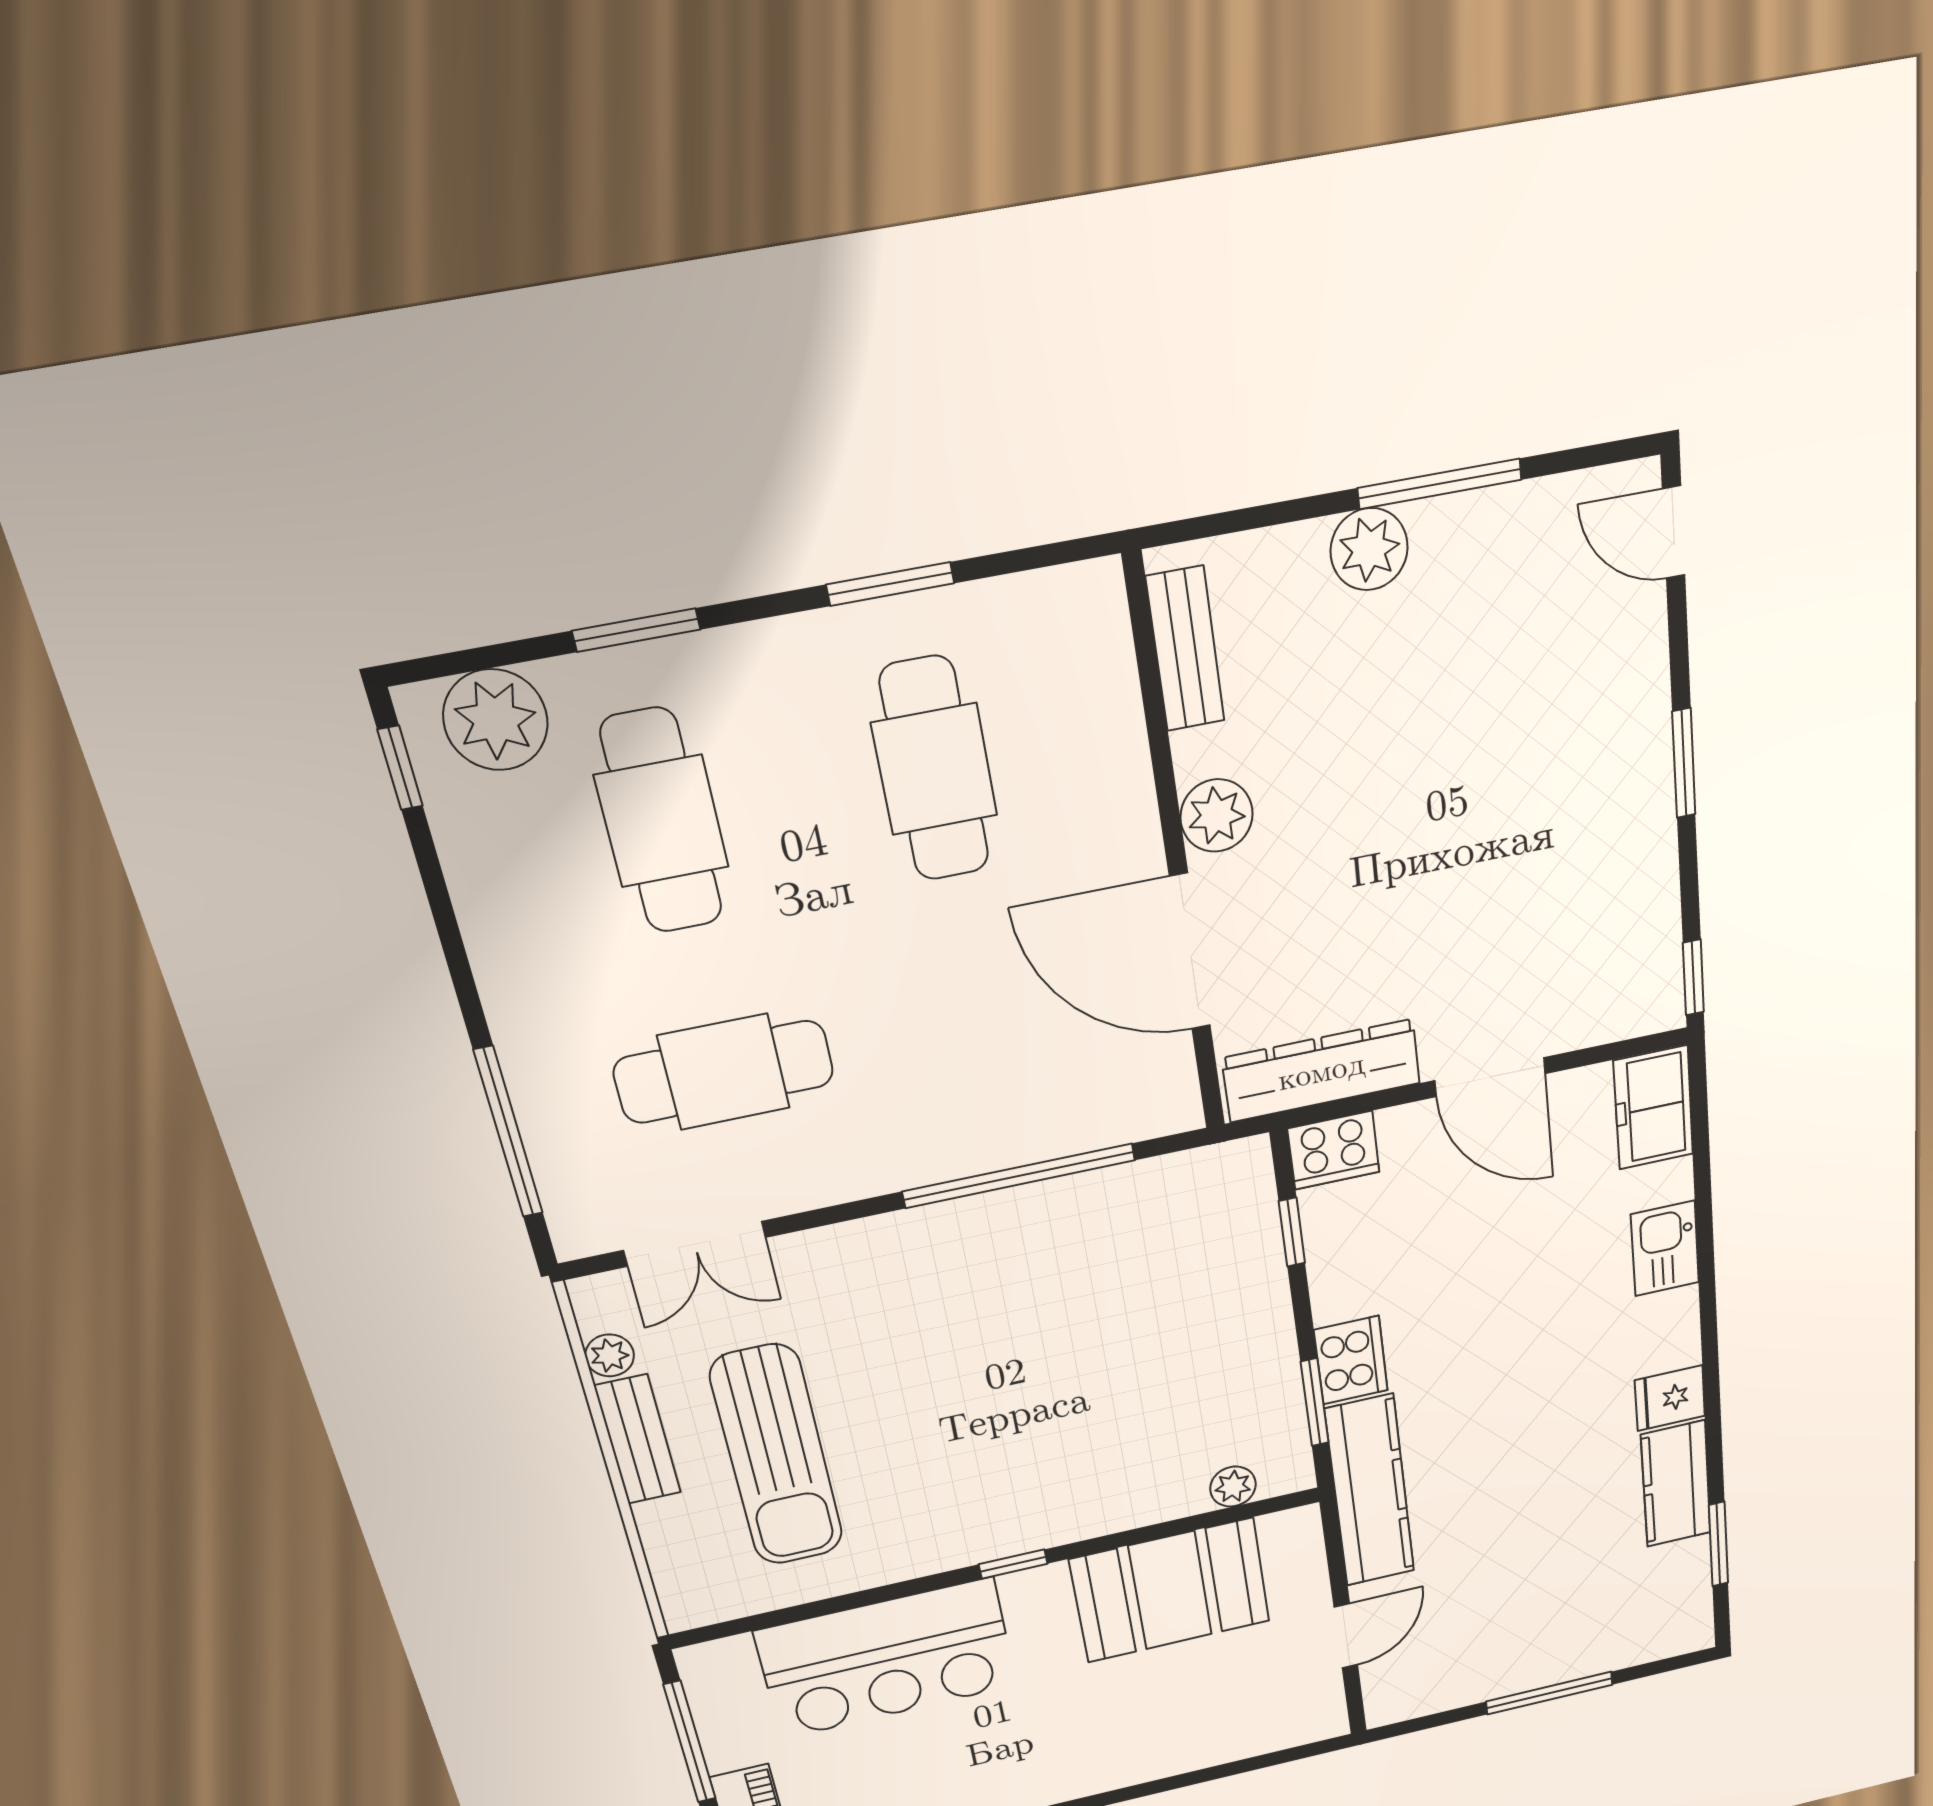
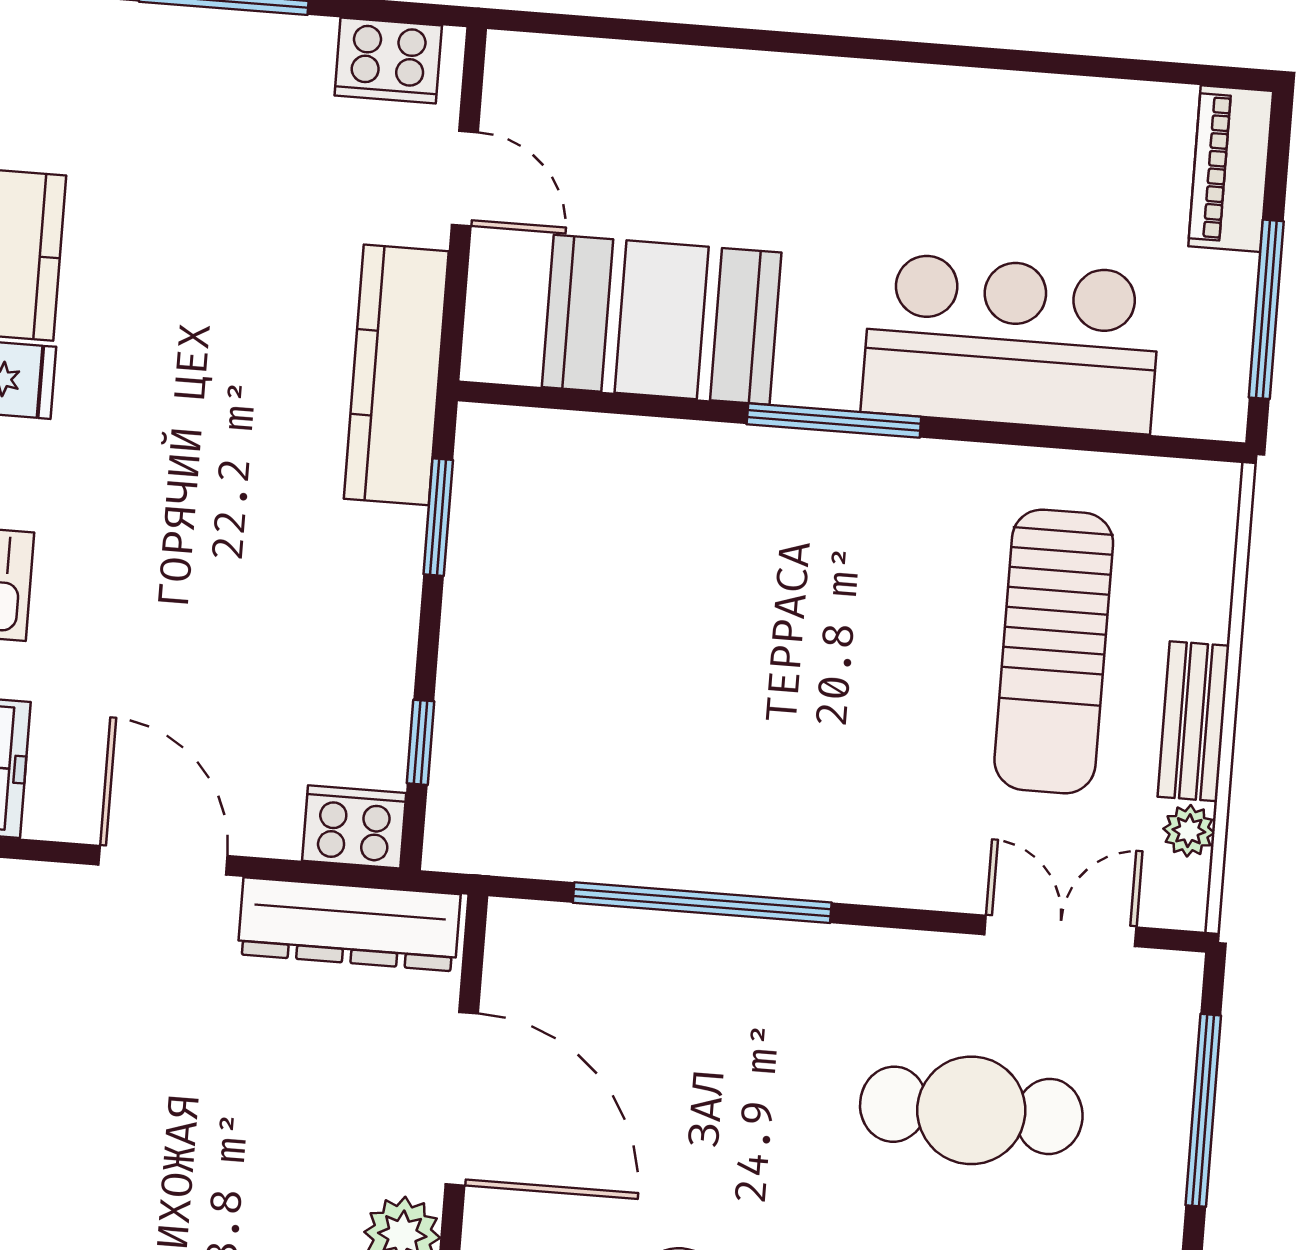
cooker: (1351, 1360) -> (388, 61), moved, turned -90
sun lounger: (777, 1456) -> (1054, 651), turned 180
plant: (1233, 1487) -> (557, 437), removed
window: (1013, 1564) -> (834, 420), width x2.17
door: (1346, 1636) -> (465, 178), swing flipped

